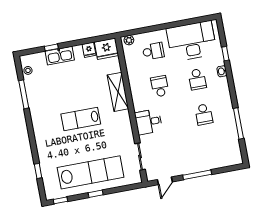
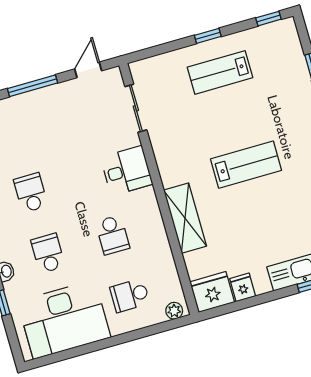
lab bench: (91, 172) -> (220, 72), width x0.54, depth x0.72

